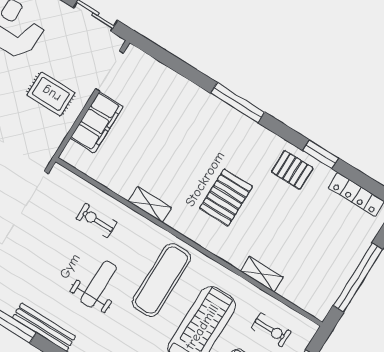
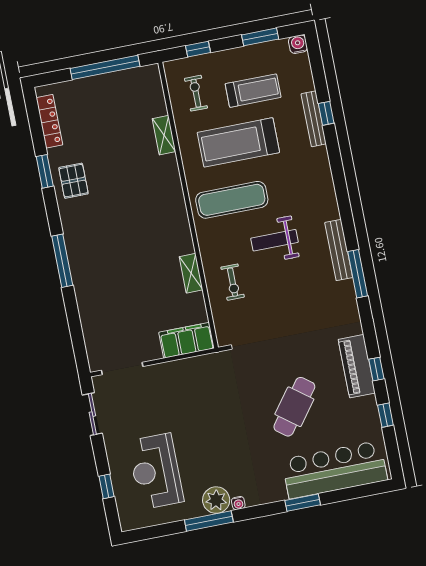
rug: (51, 94) -> (175, 394), removed
filing cabinet: (97, 122) -> (187, 340), moved
pallet: (226, 197) -> (134, 208), removed
shelving: (150, 204) -> (191, 273), moved

